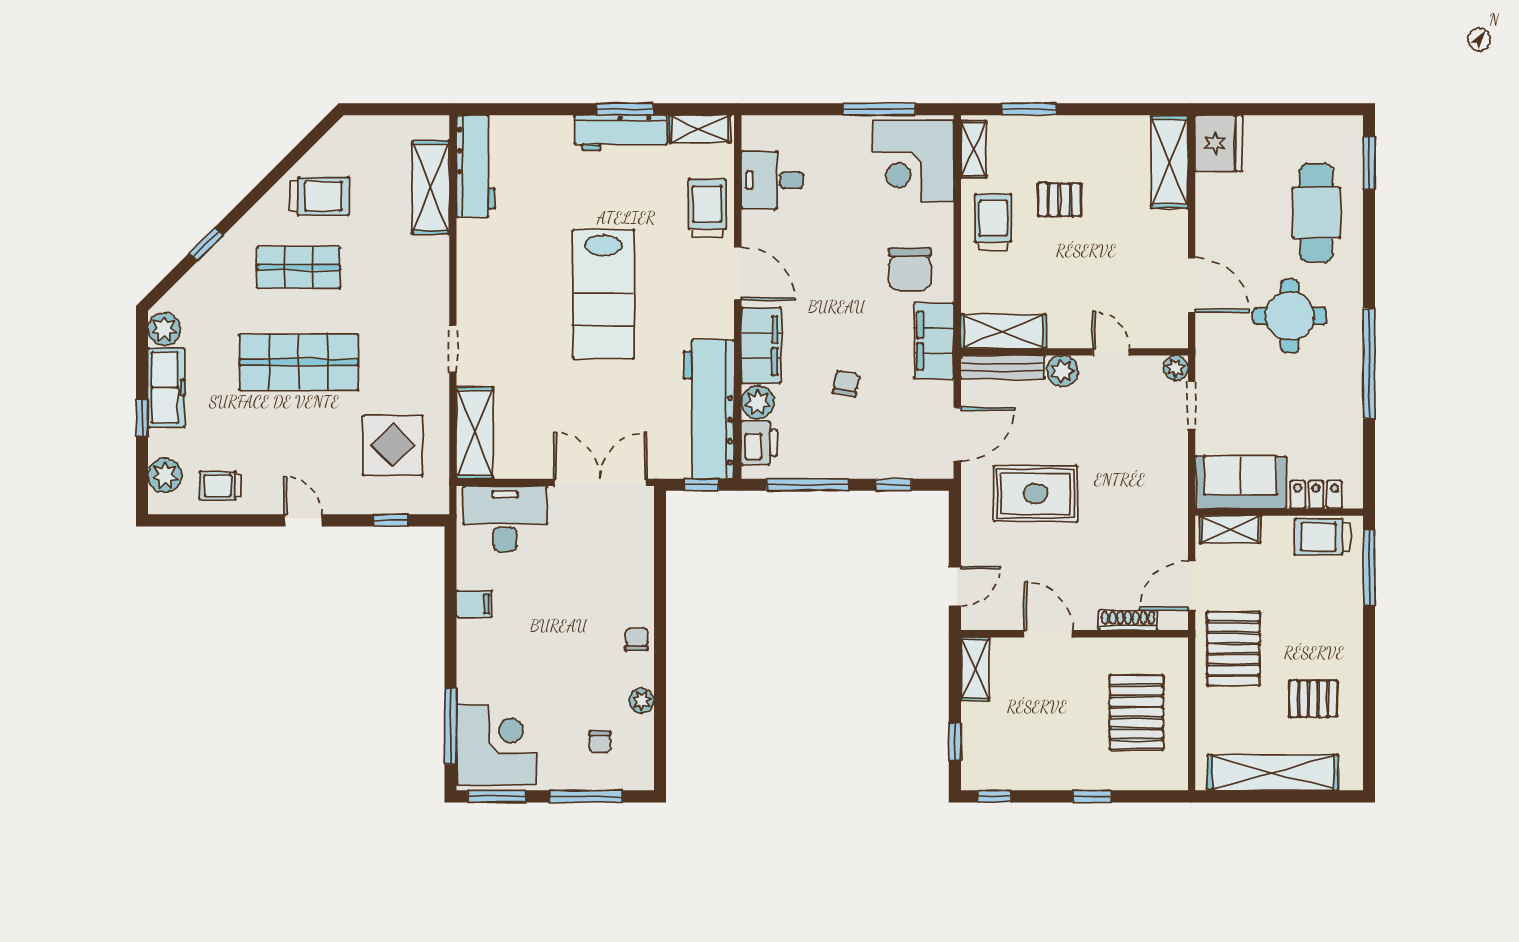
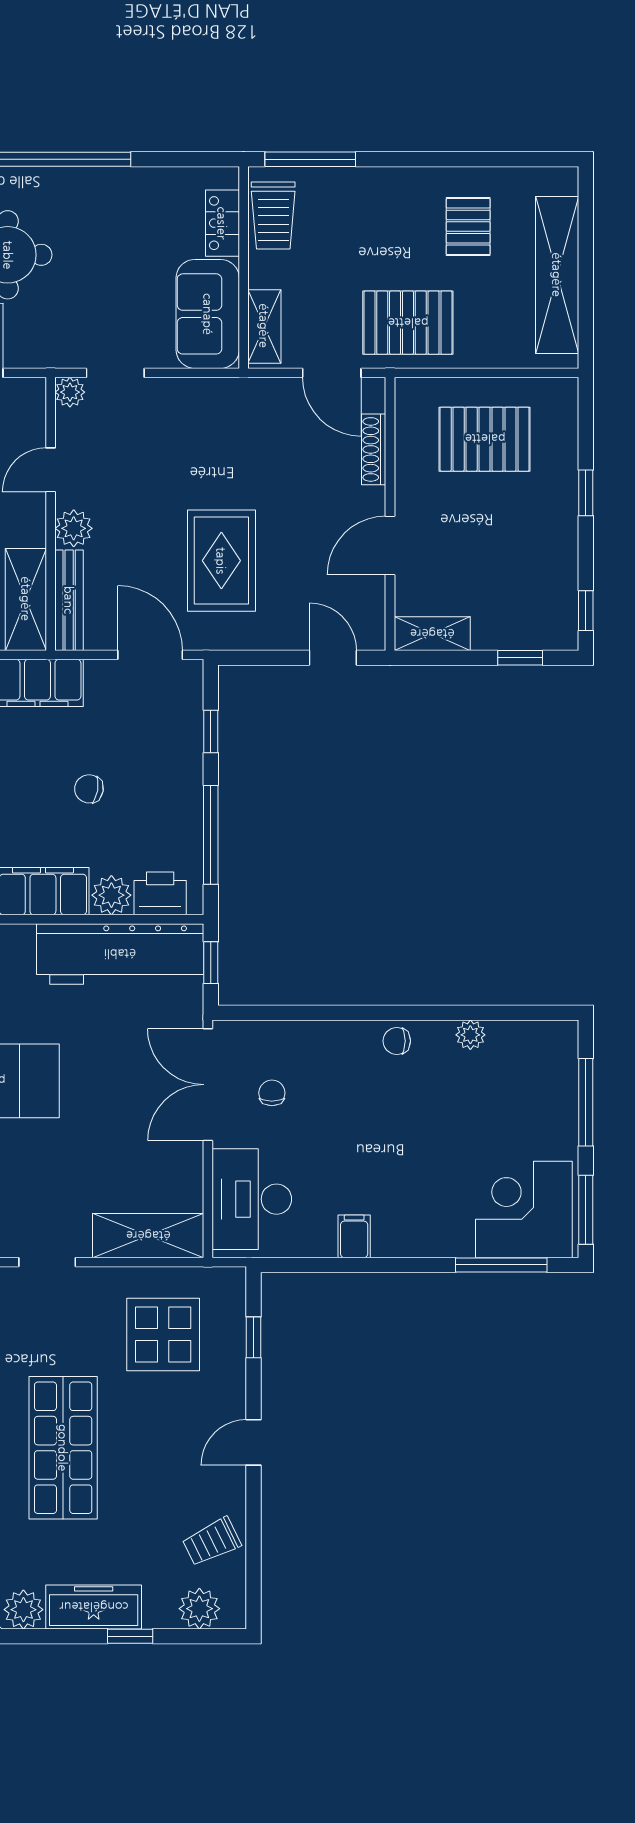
trolley: (221, 486) -> (212, 1542), turned 64
chair: (600, 742) -> (272, 1093), moved, turned -90

